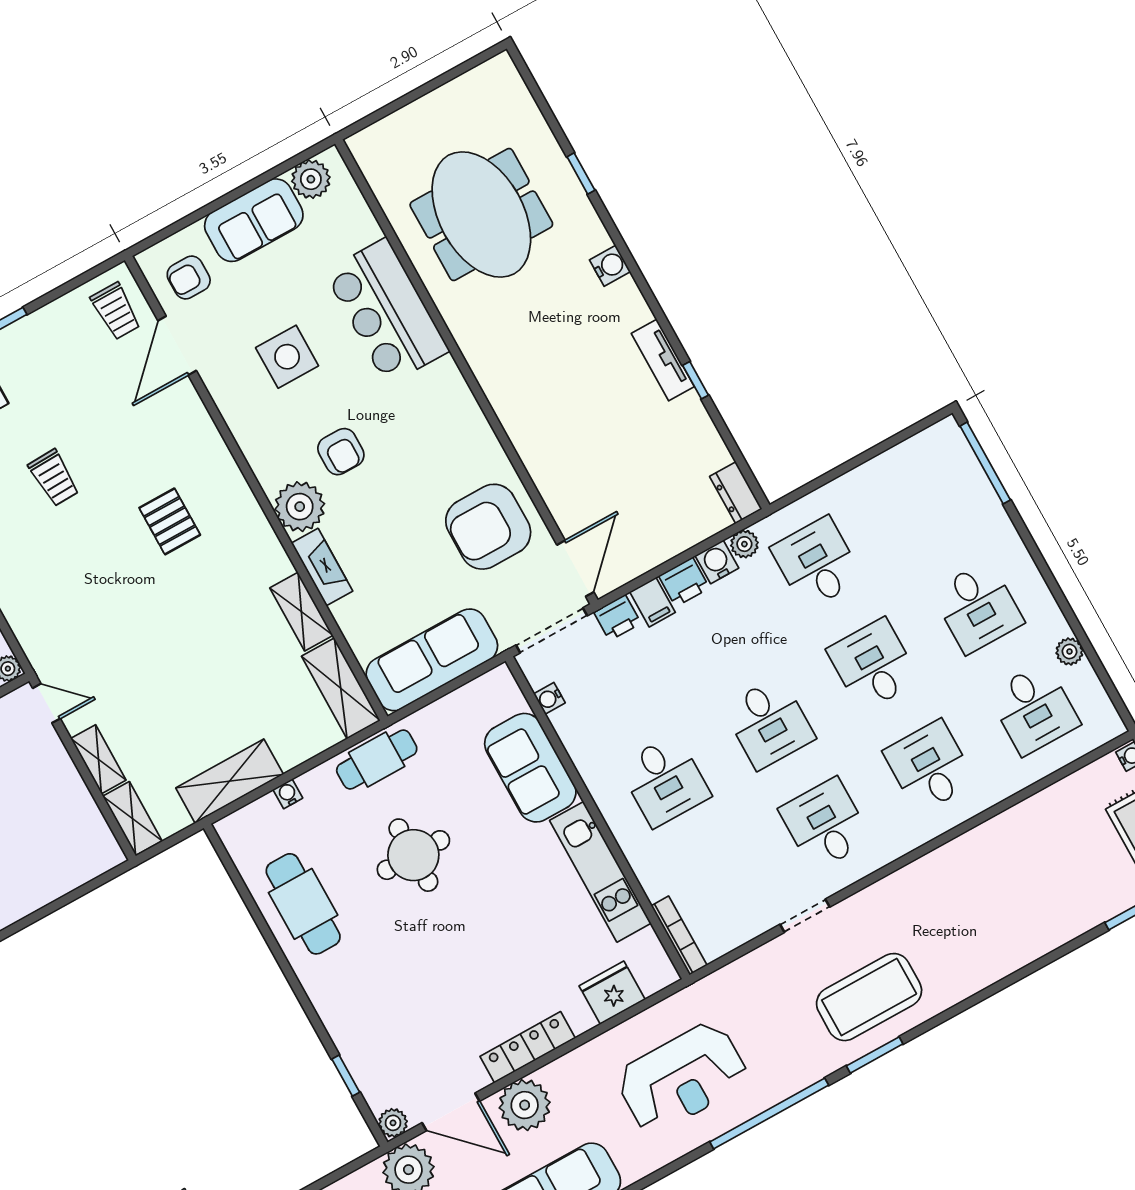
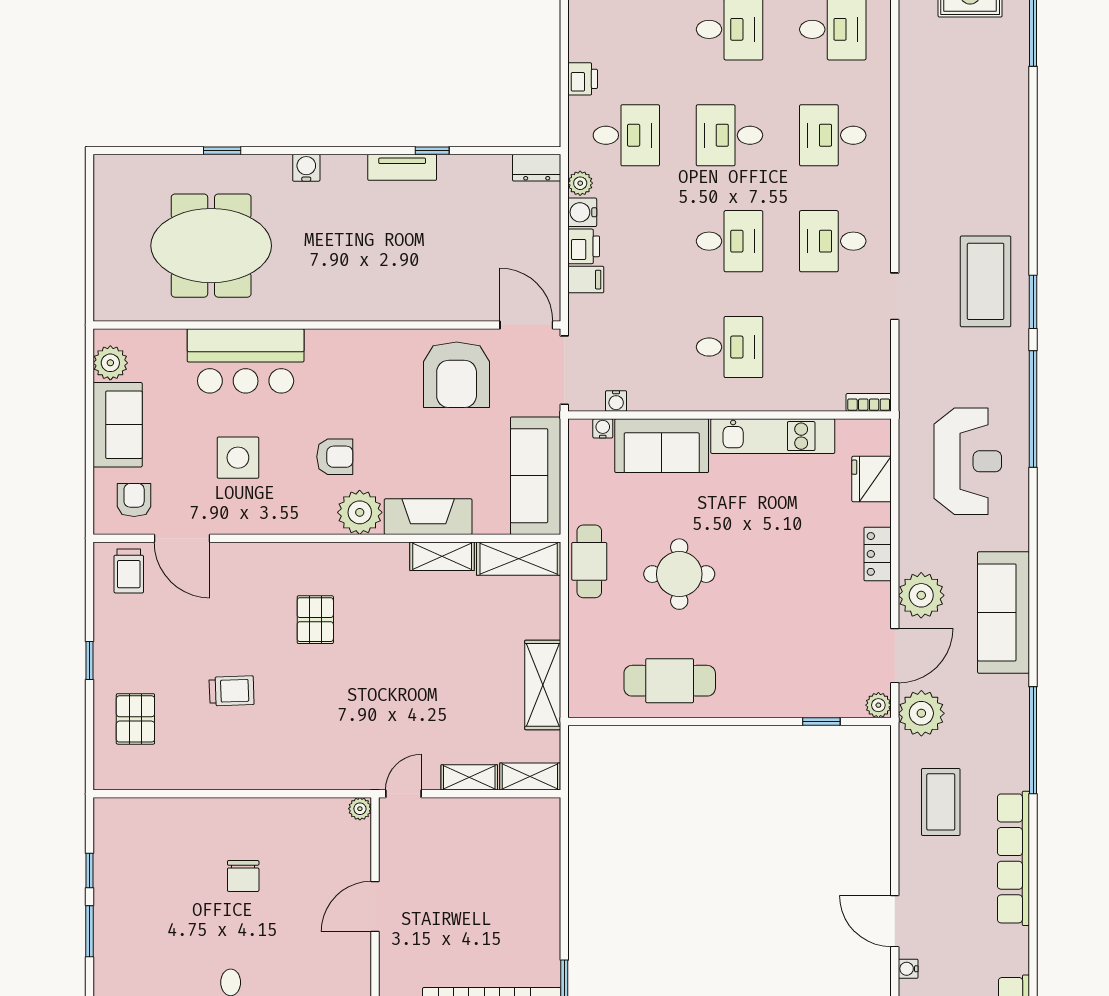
armchair: (189, 278) -> (134, 500), turned 180
trolley: (116, 311) -> (129, 571), turned 90
pallet: (170, 521) -> (315, 620), turned 90
desk: (817, 563) -> (626, 135), turned 180
fireplace: (322, 567) -> (428, 517), width x1.37, depth x1.32
printer: (617, 618) -> (583, 79), moved
water cooler: (288, 794) -> (603, 428), moved, turned 90
bookcase: (679, 936) -> (869, 402), width x0.64
locker: (528, 1047) -> (878, 554), width x0.66

